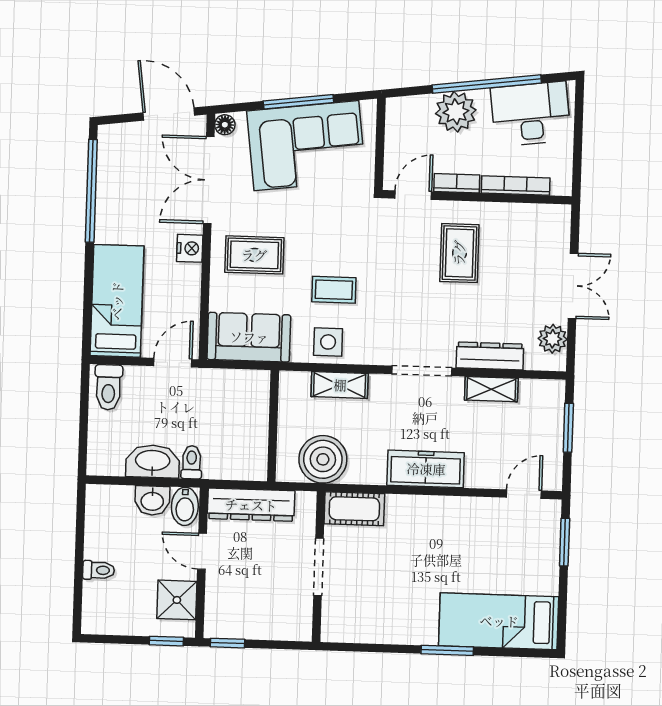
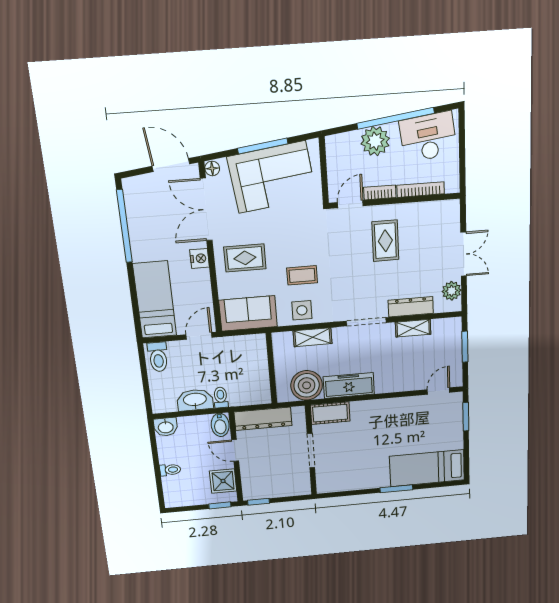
freezer: (426, 469) -> (349, 385), moved
washbasin: (152, 501) -> (166, 427), moved

